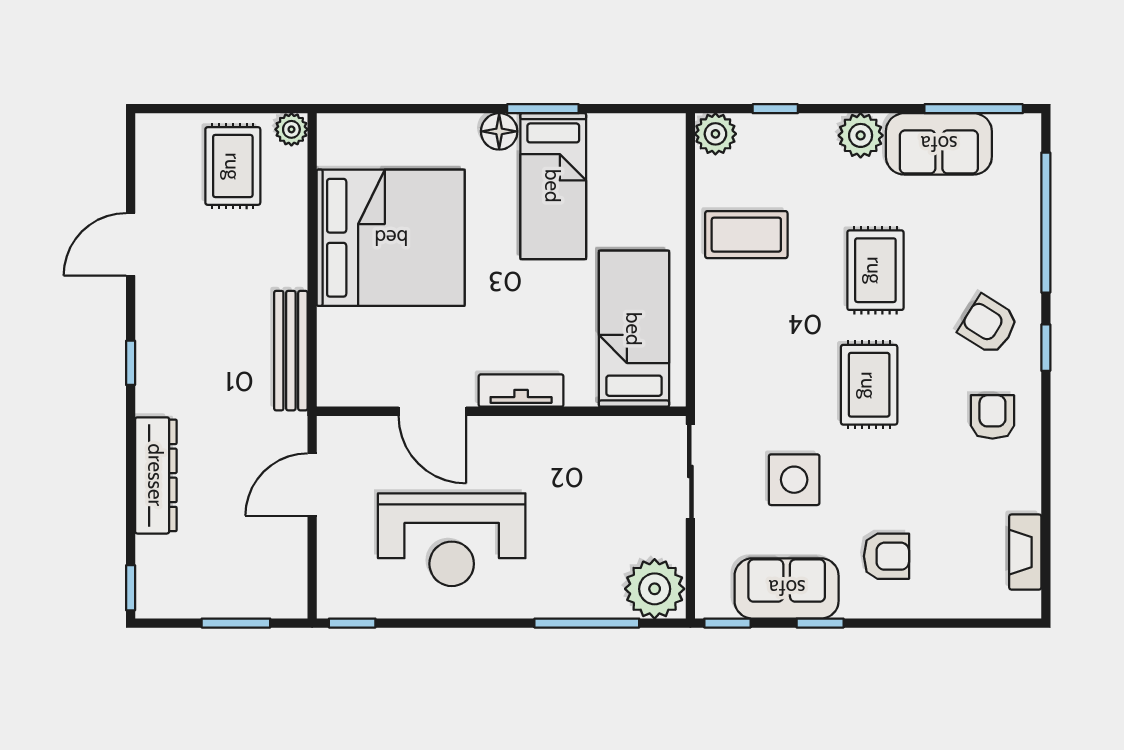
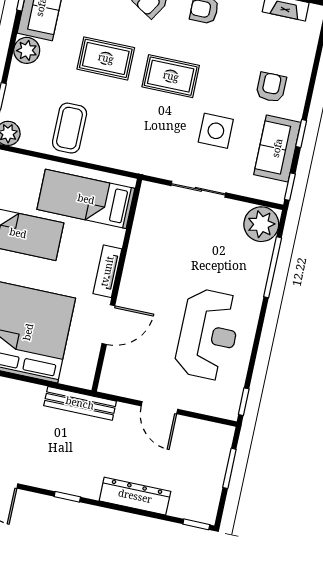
bed: (634, 329) -> (86, 199), moved
tv unit: (521, 391) -> (107, 271), moved
door: (432, 411) -> (108, 325), moved
wall: (501, 411) -> (117, 285), moved

